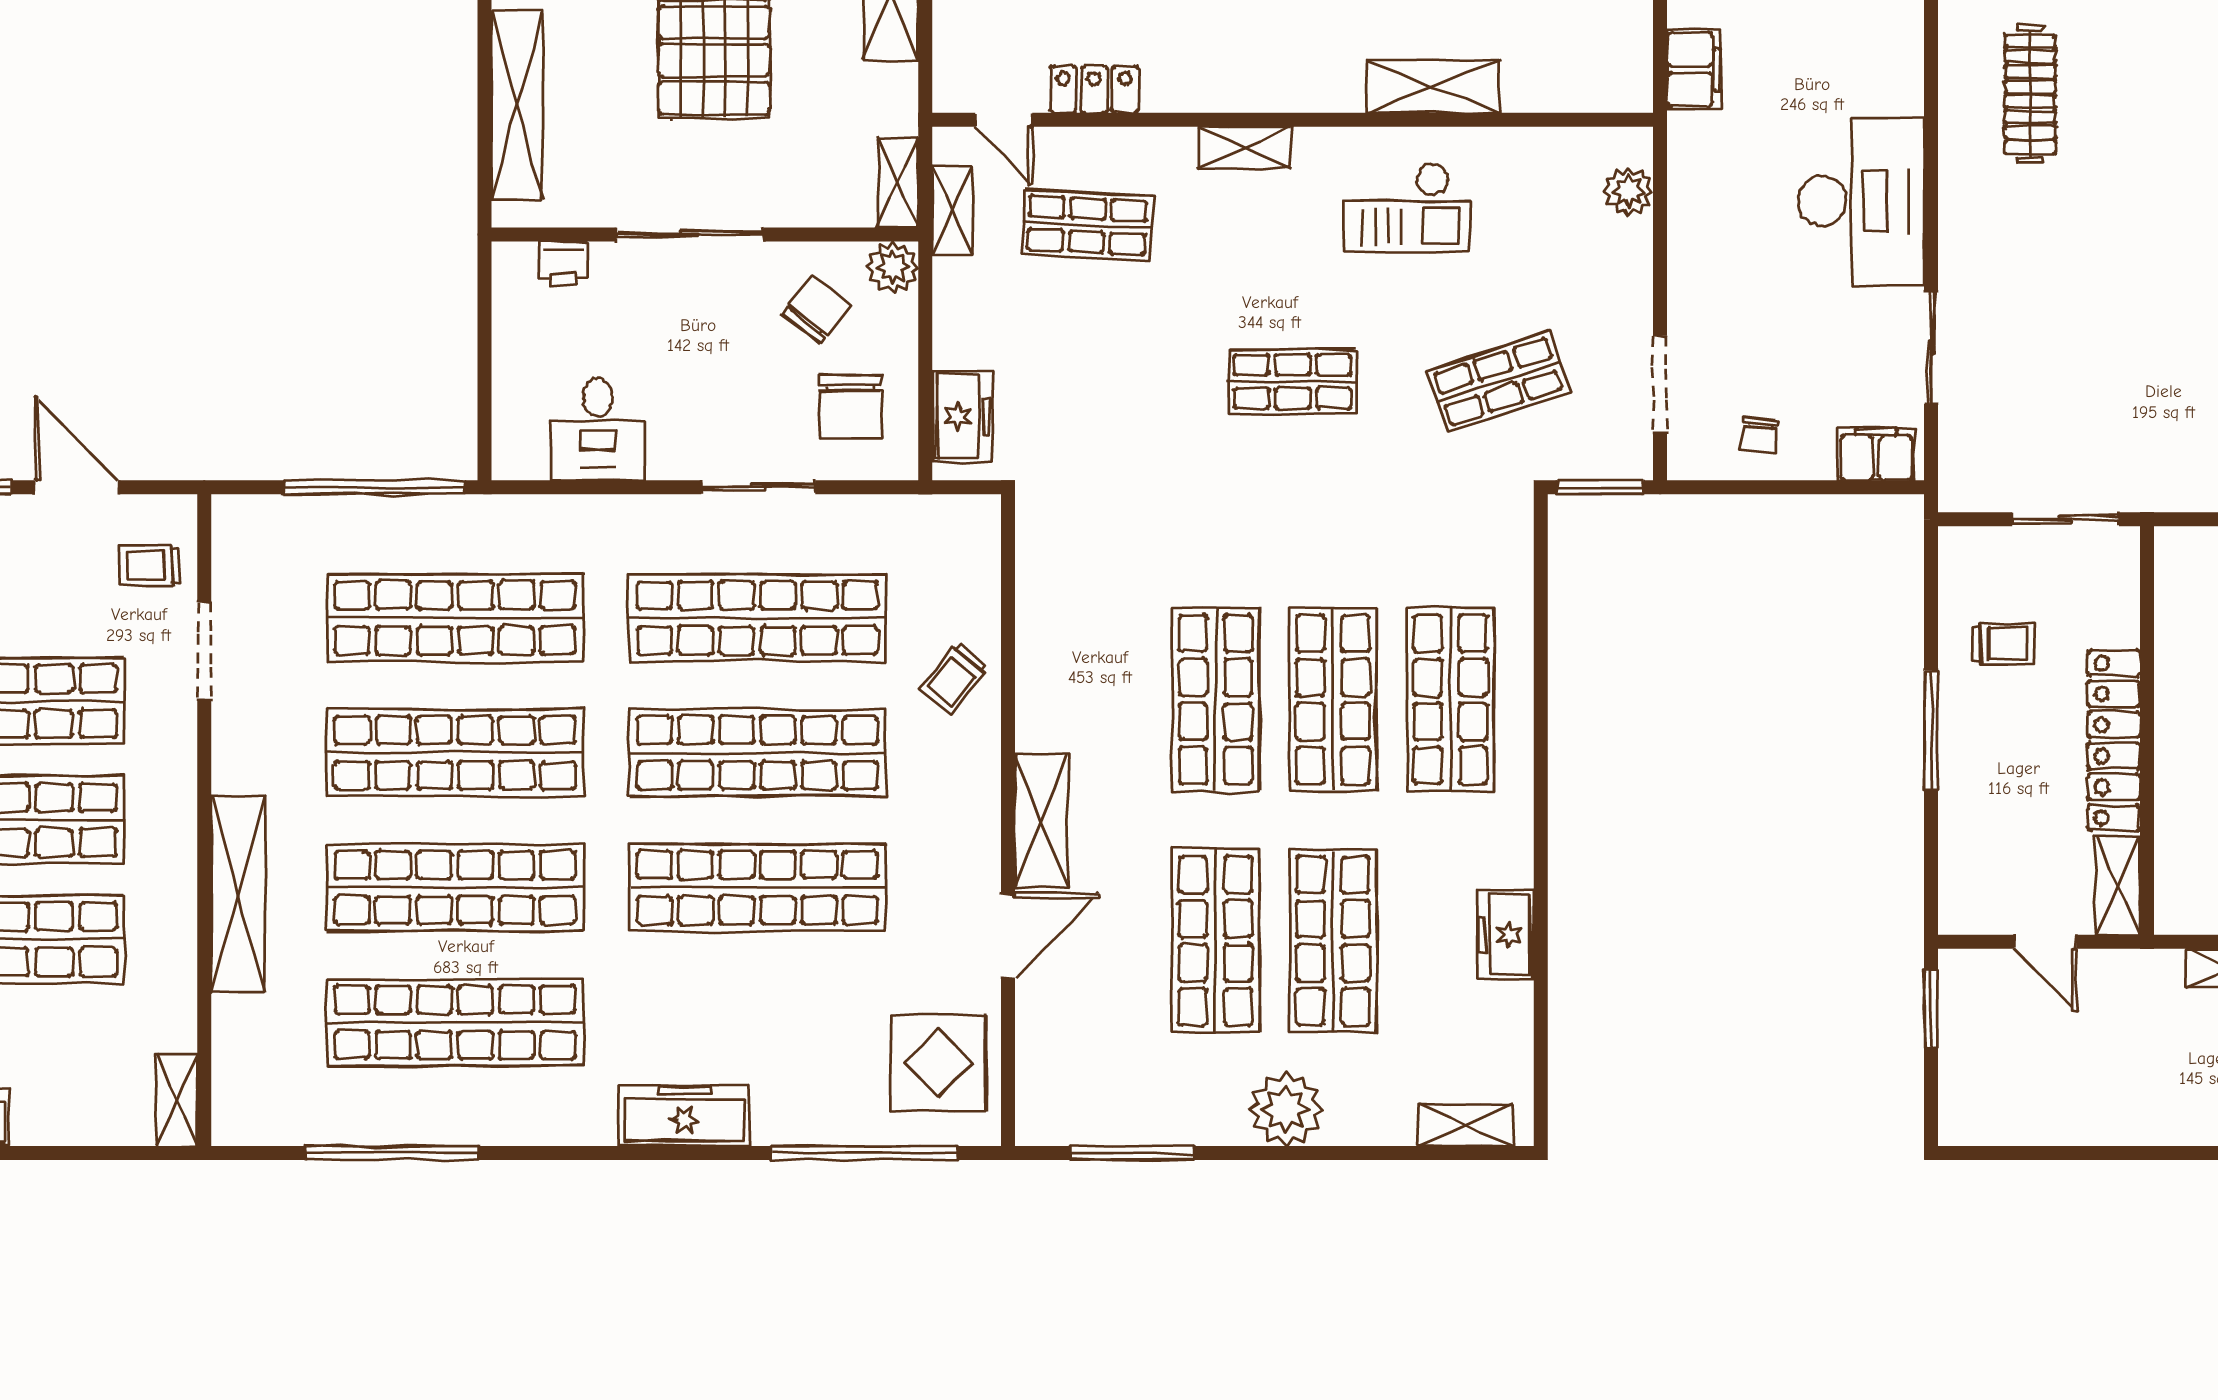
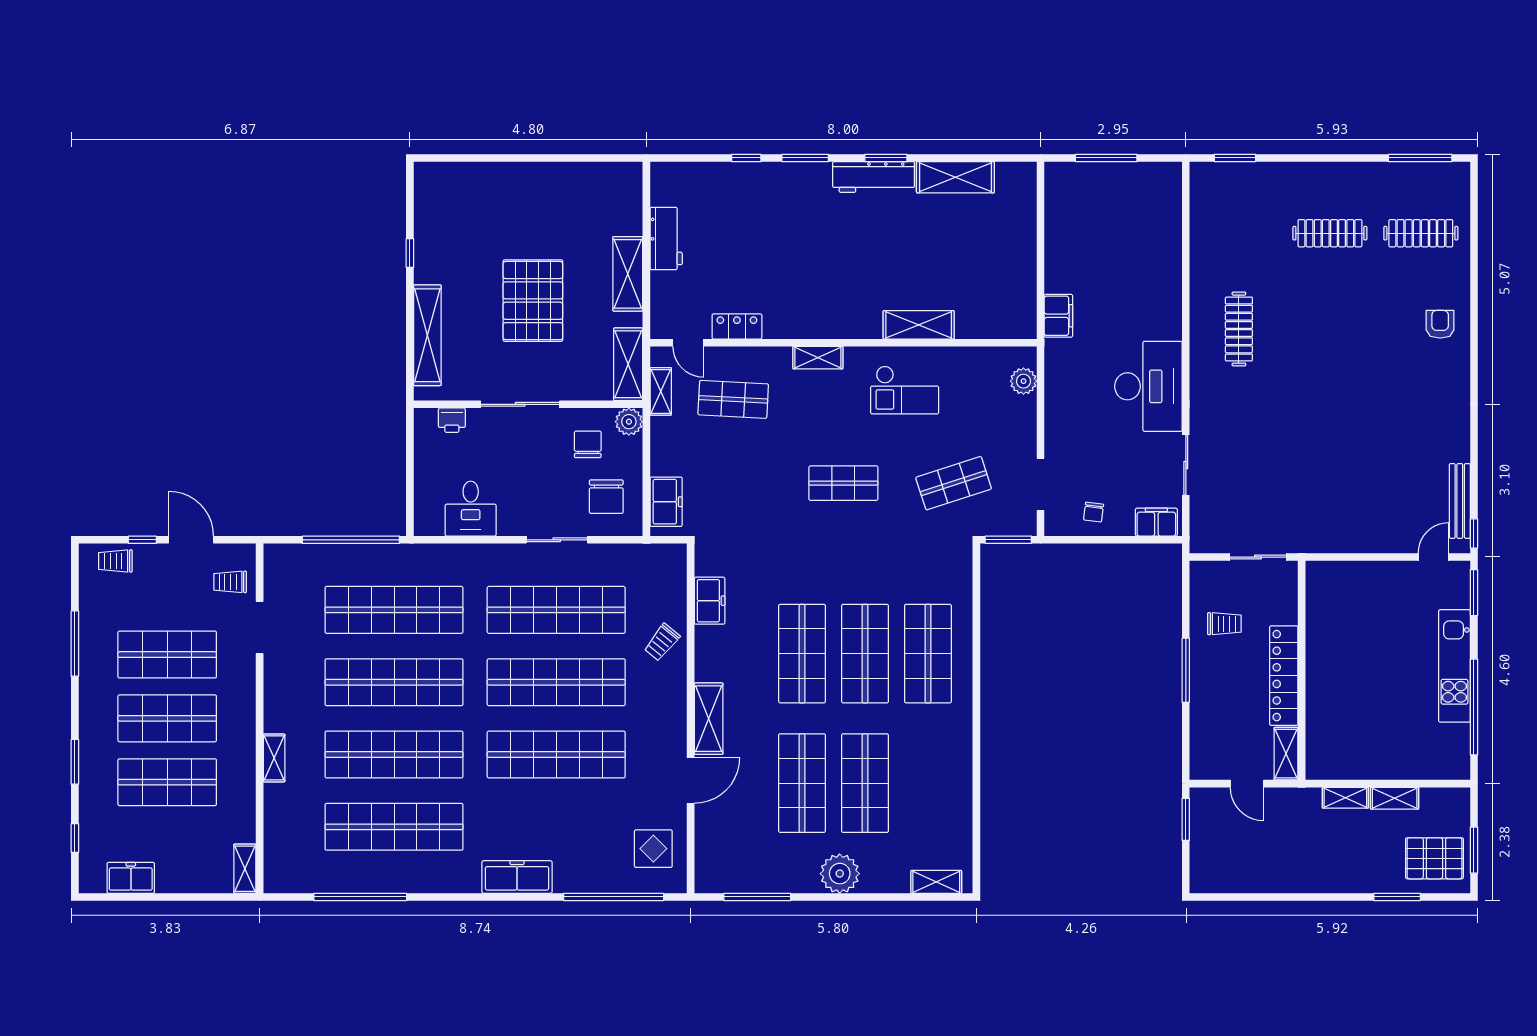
shelving: (898, 183) -> (628, 364), width x1.50, depth x1.33
chair: (816, 309) -> (588, 444), turned -38
shelving: (238, 894) -> (274, 758), width x0.45, depth x0.75
freezer: (1505, 935) -> (710, 601), moved, turned 180
display table: (938, 1063) -> (653, 849), width x0.73, depth x0.73

